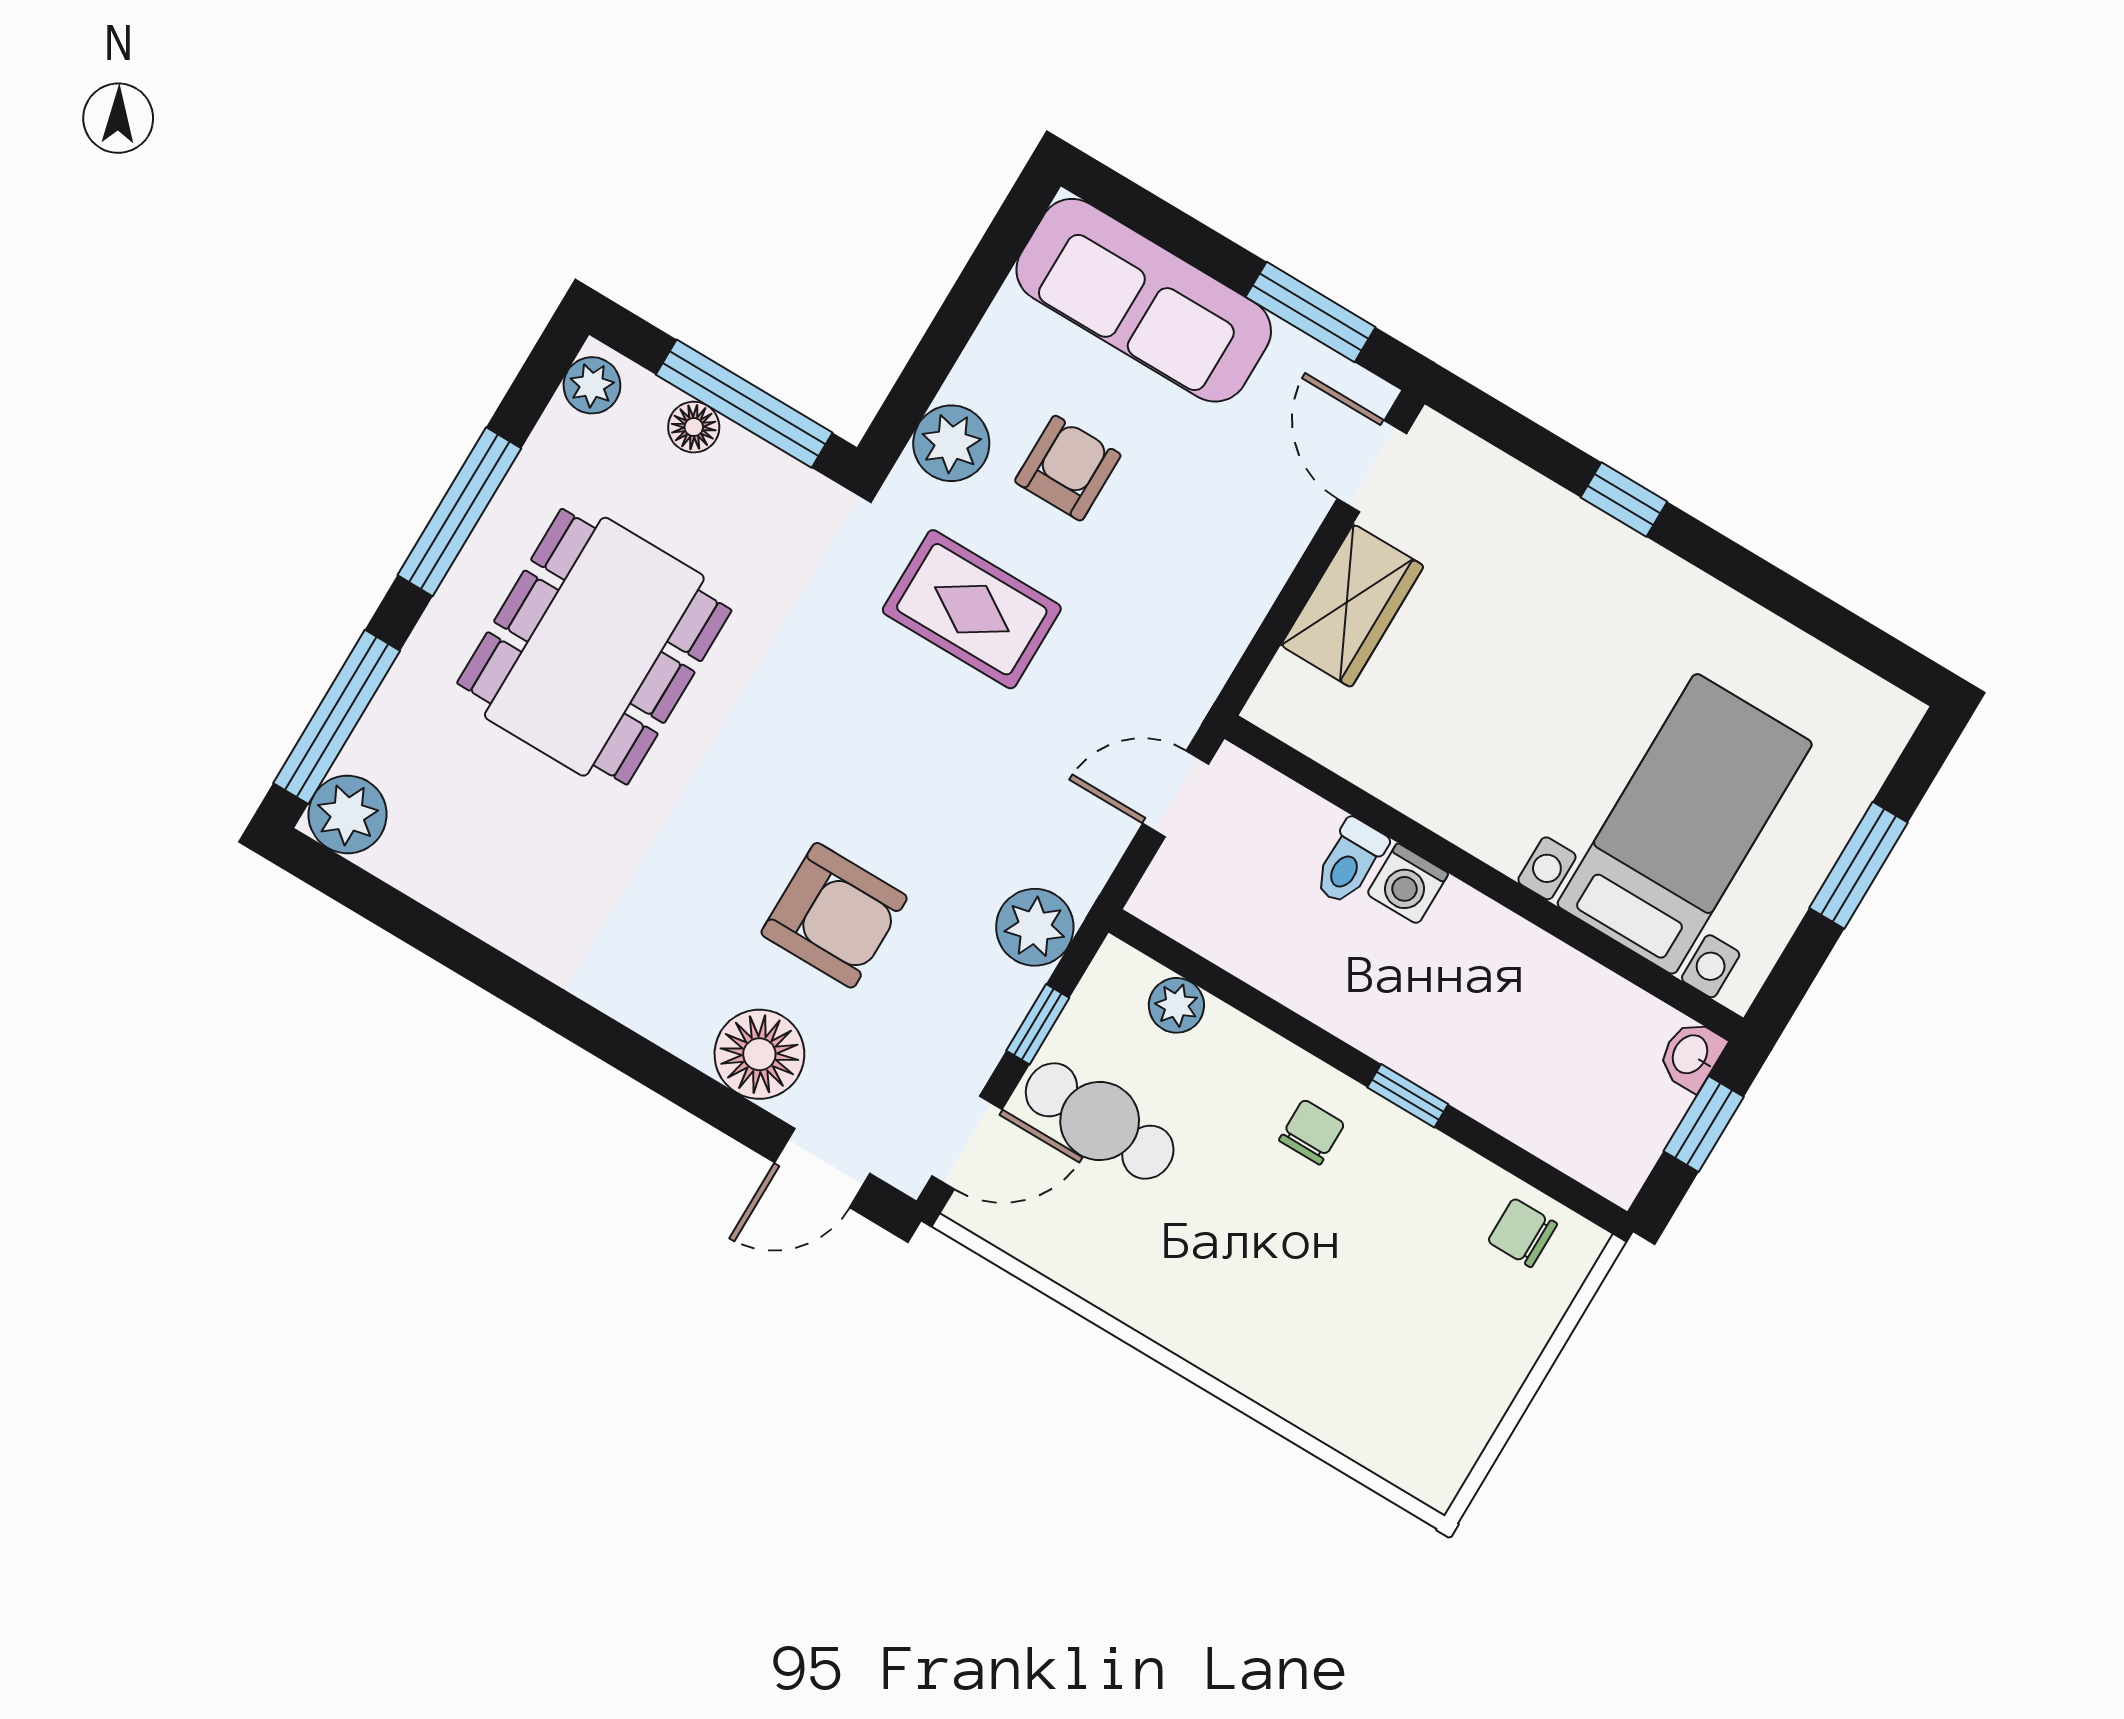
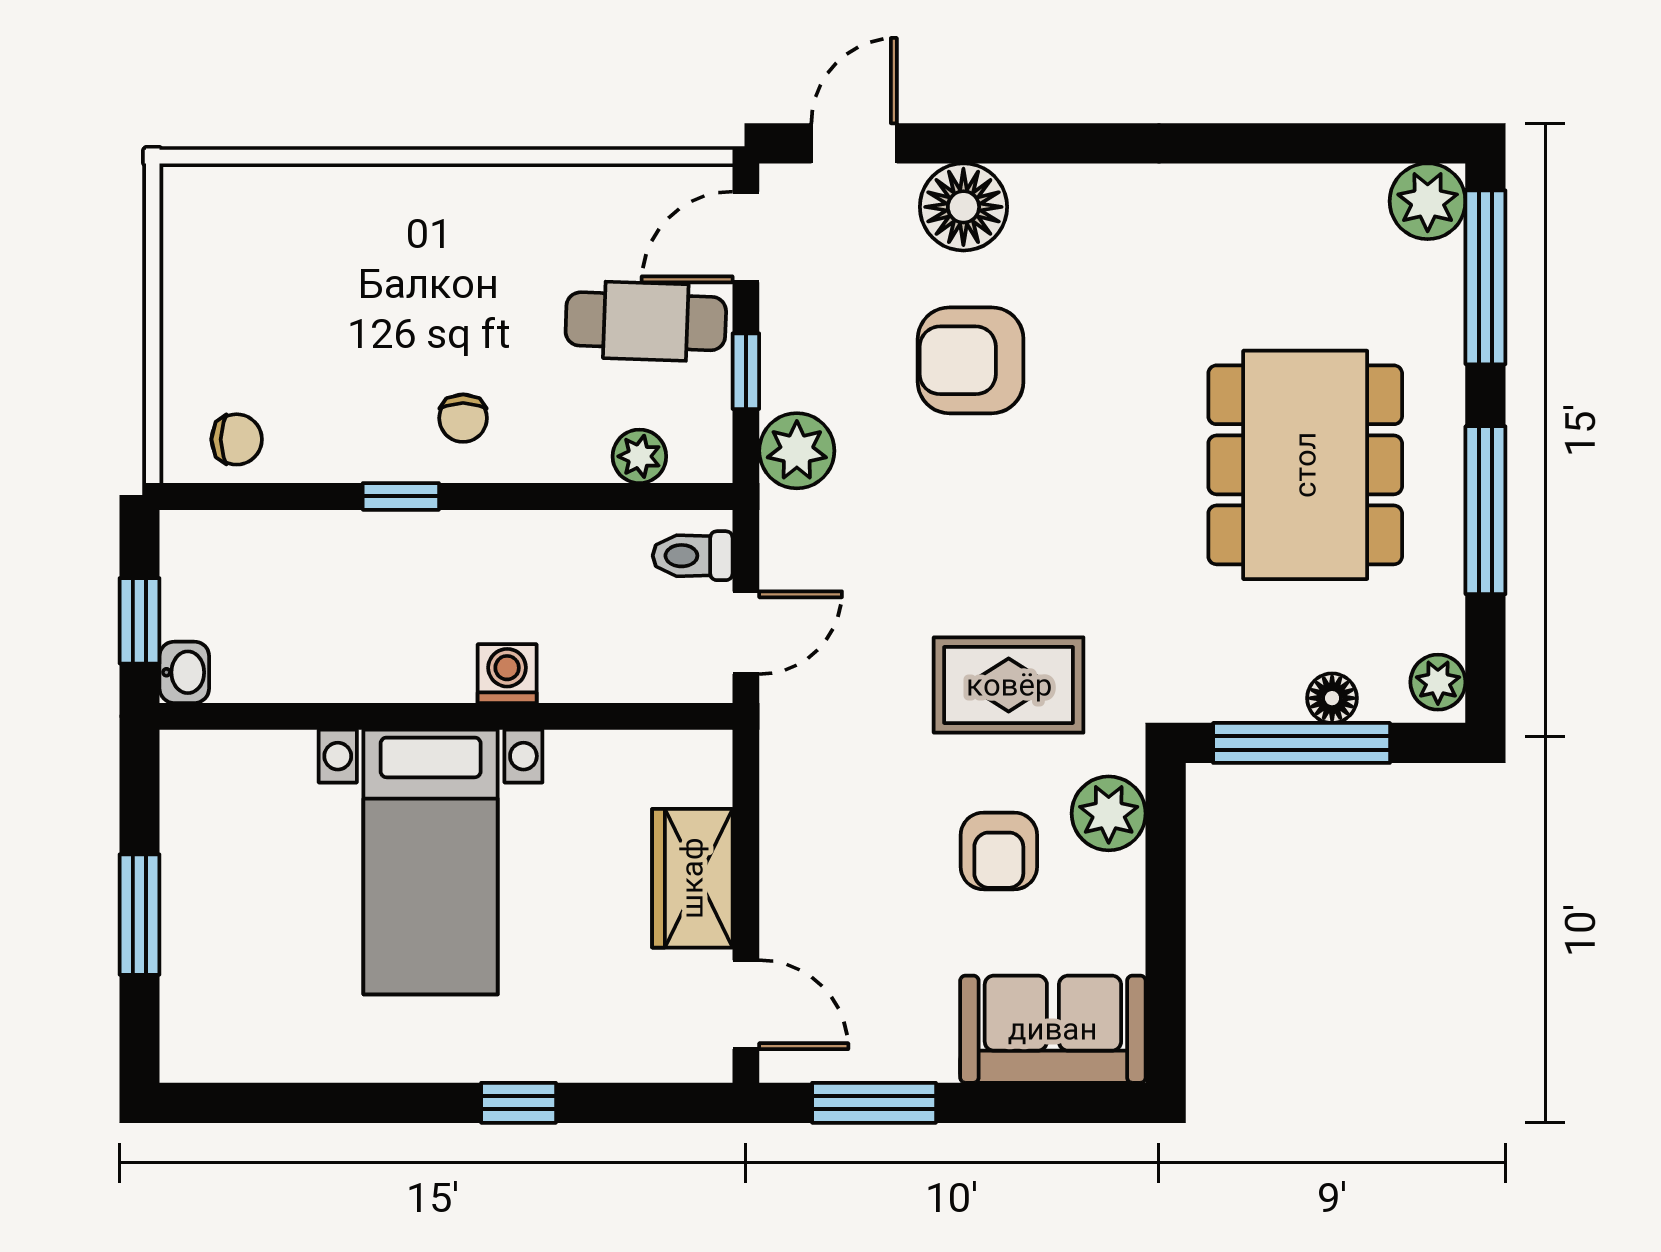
sofa: (1144, 300) -> (1053, 1029), width x0.73
bed with nightstands: (1685, 824) -> (431, 862), moved
toilet: (1350, 862) -> (693, 556), moved, turned -90

